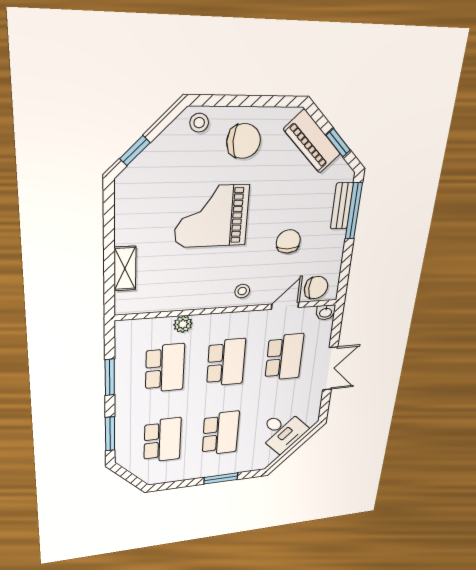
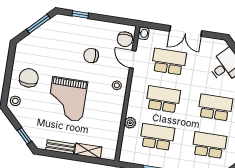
piano: (312, 142) -> (35, 39), removed
window: (338, 143) -> (38, 24), width x1.50
bench: (342, 206) -> (60, 147), moved
window: (354, 211) -> (80, 14), width x0.46
chair: (316, 288) -> (125, 39), turned 180
double door: (330, 369) -> (186, 31), swing flipped

